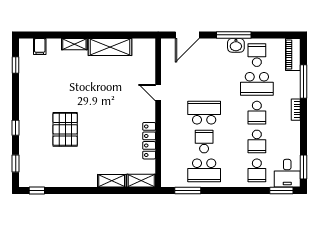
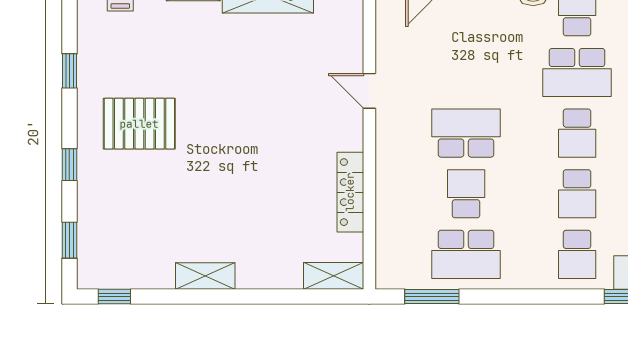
window: (16, 65) -> (69, 71), moved
pallet: (65, 129) -> (139, 124), moved, turned 90
shelving: (112, 181) -> (205, 276), moved

